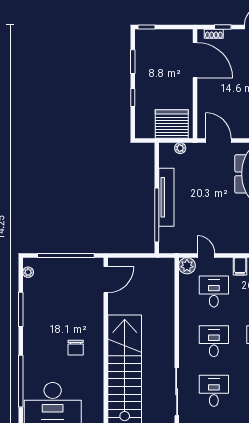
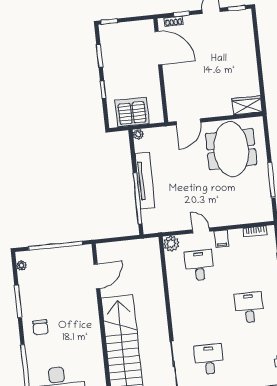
server rack: (172, 124) -> (132, 112), moved
door: (218, 141) -> (188, 122), swing flipped
plant: (180, 148) -> (138, 134), moved
door: (206, 255) -> (201, 230), moved
door: (106, 280) -> (97, 276), moved
desk: (214, 341) -> (204, 312), removed
chair: (76, 348) -> (40, 327), moved

